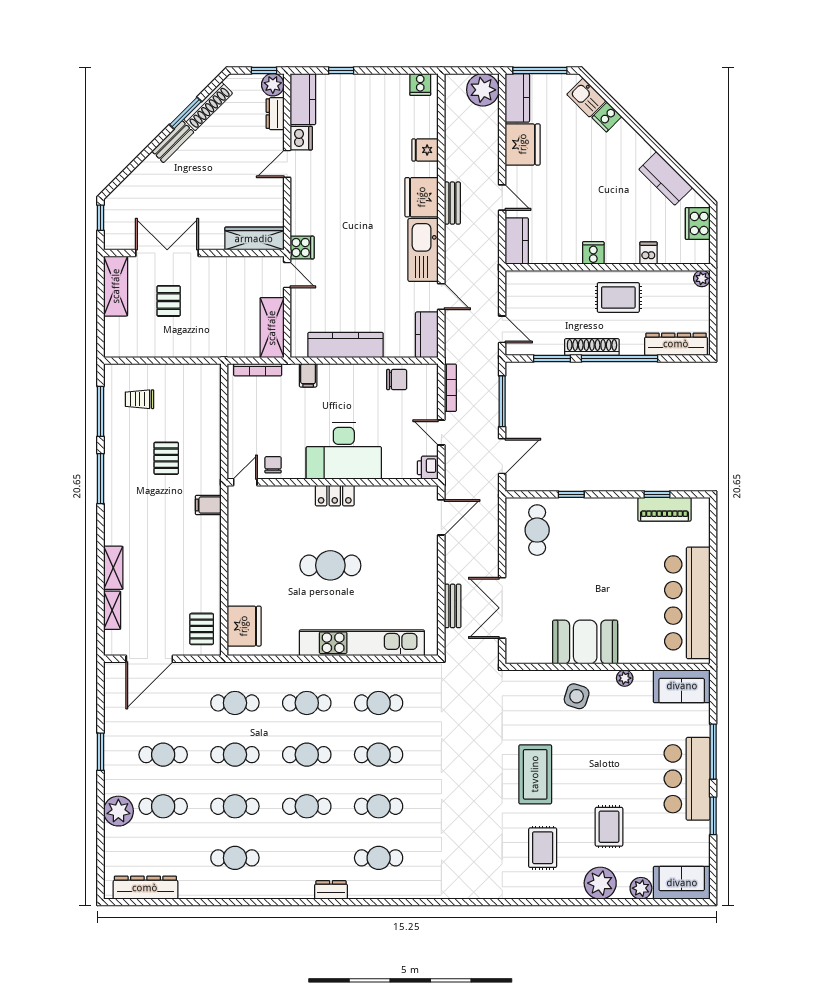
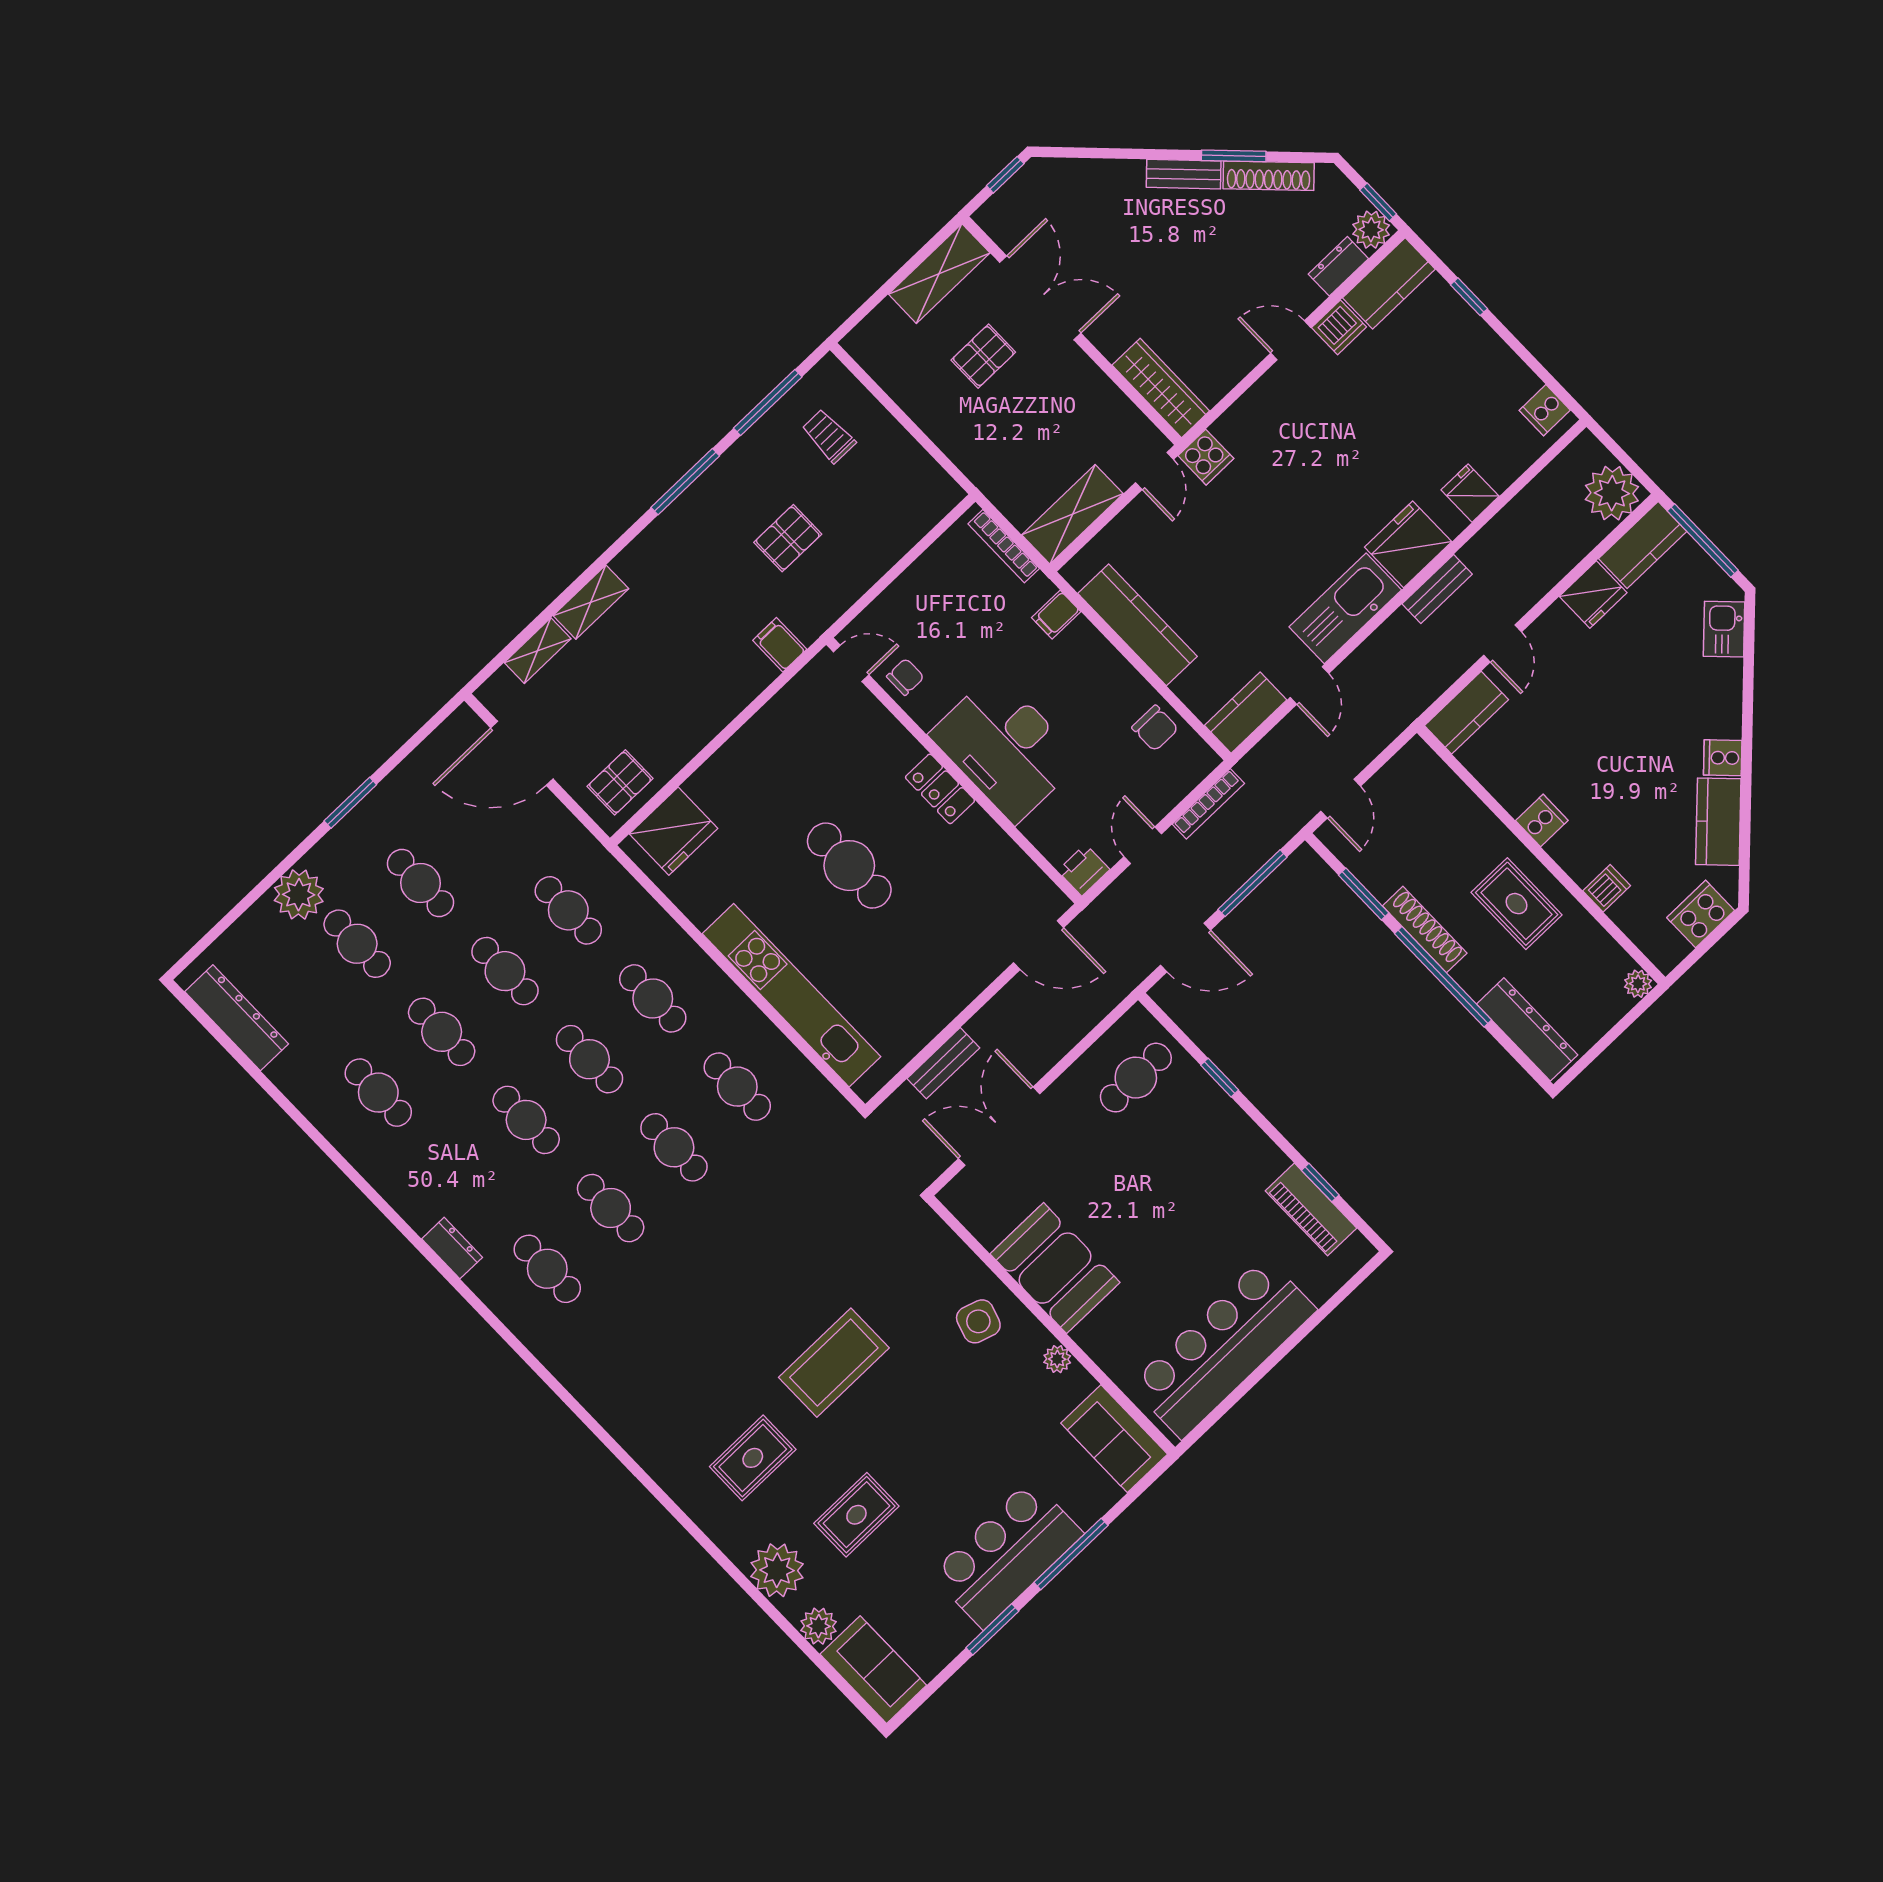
cooker: (607, 117) -> (1723, 758), moved
fridge: (523, 144) -> (1593, 594), width x0.73, depth x0.75

